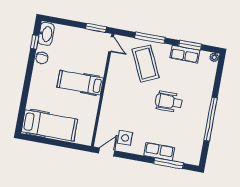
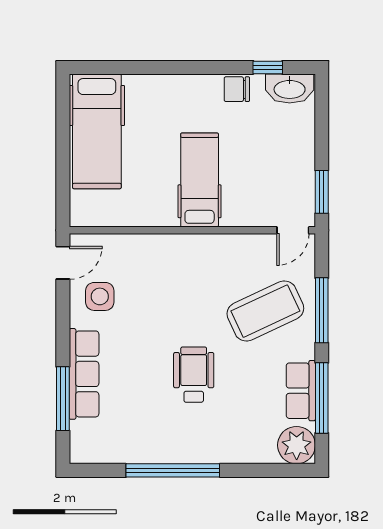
window: (190, 45) -> (322, 398), width x1.44
plant: (214, 57) -> (297, 445), width x1.88, depth x1.88
door: (107, 152) -> (63, 263), hinge flipped
row of seats: (159, 152) -> (84, 374), width x1.48

